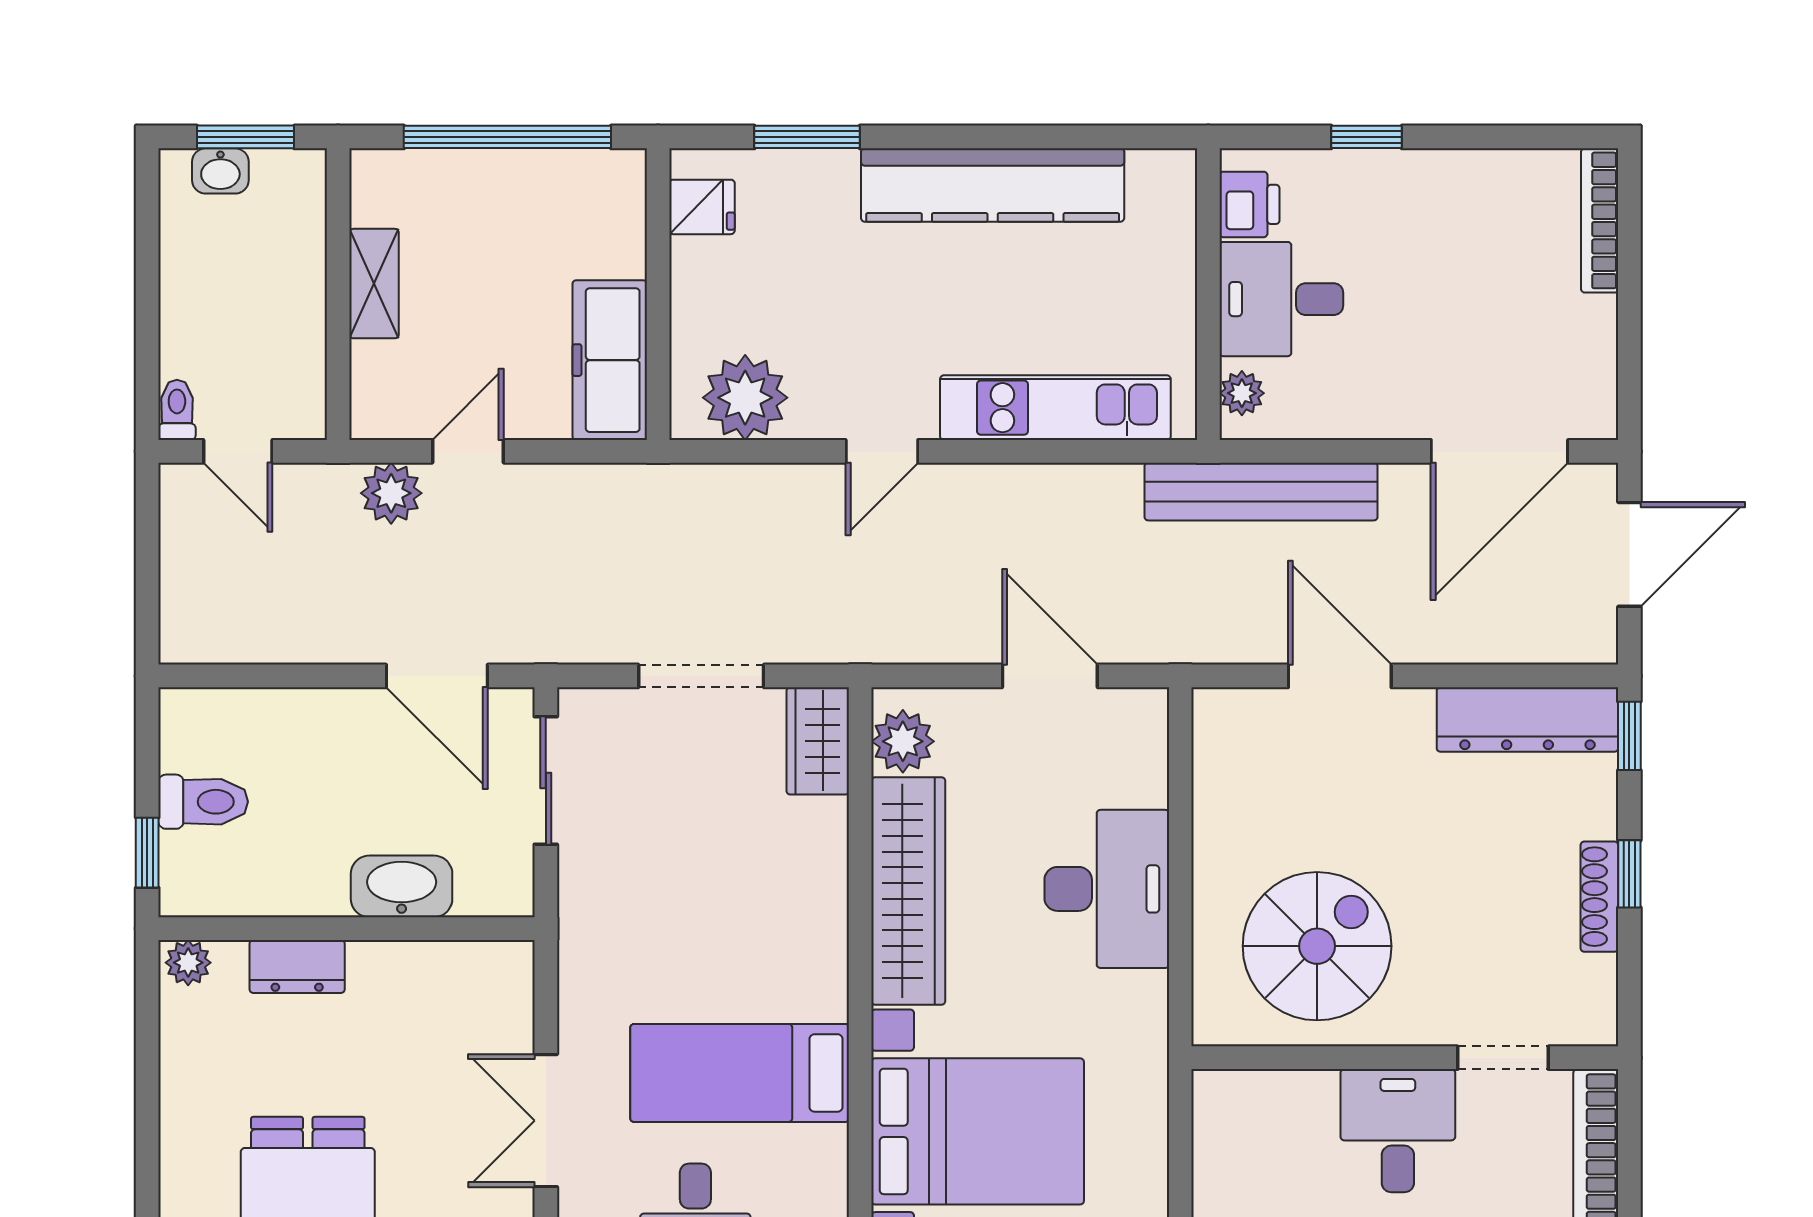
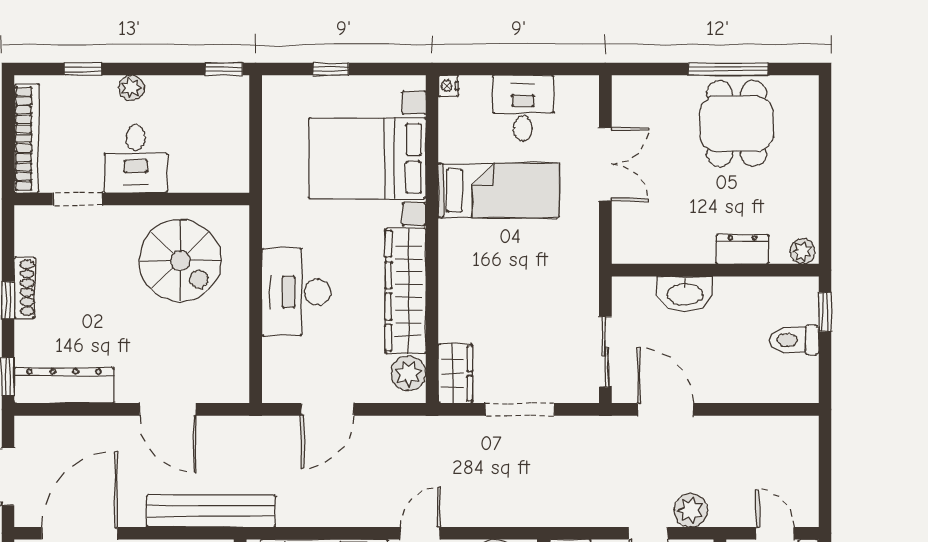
door: (1050, 676) -> (327, 409), hinge flipped
spiral stairs: (1317, 946) -> (180, 260), turned -90

